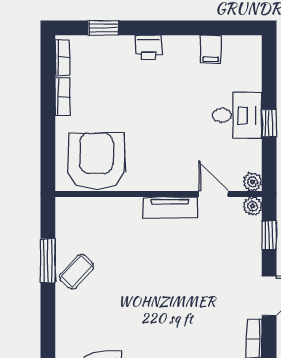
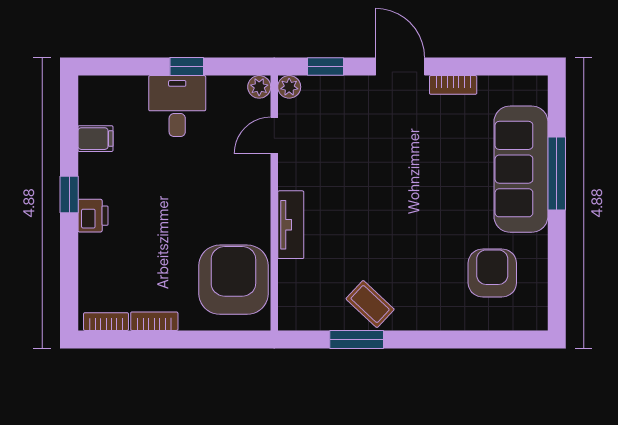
window: (103, 28) -> (69, 195), moved
armchair: (96, 161) -> (233, 280), turned 90
tv unit: (170, 207) -> (291, 225), moved

